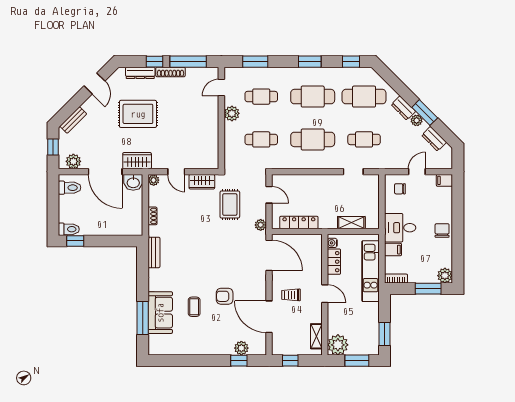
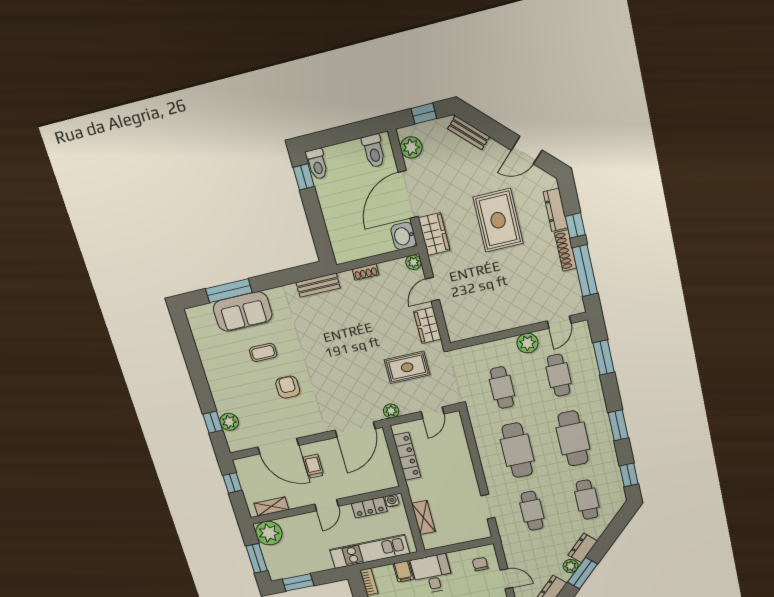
door: (221, 88) -> (559, 322), swing flipped
cafe table: (364, 97) -> (587, 500), width x0.73, depth x0.74
door: (269, 317) -> (278, 446), swing flipped

